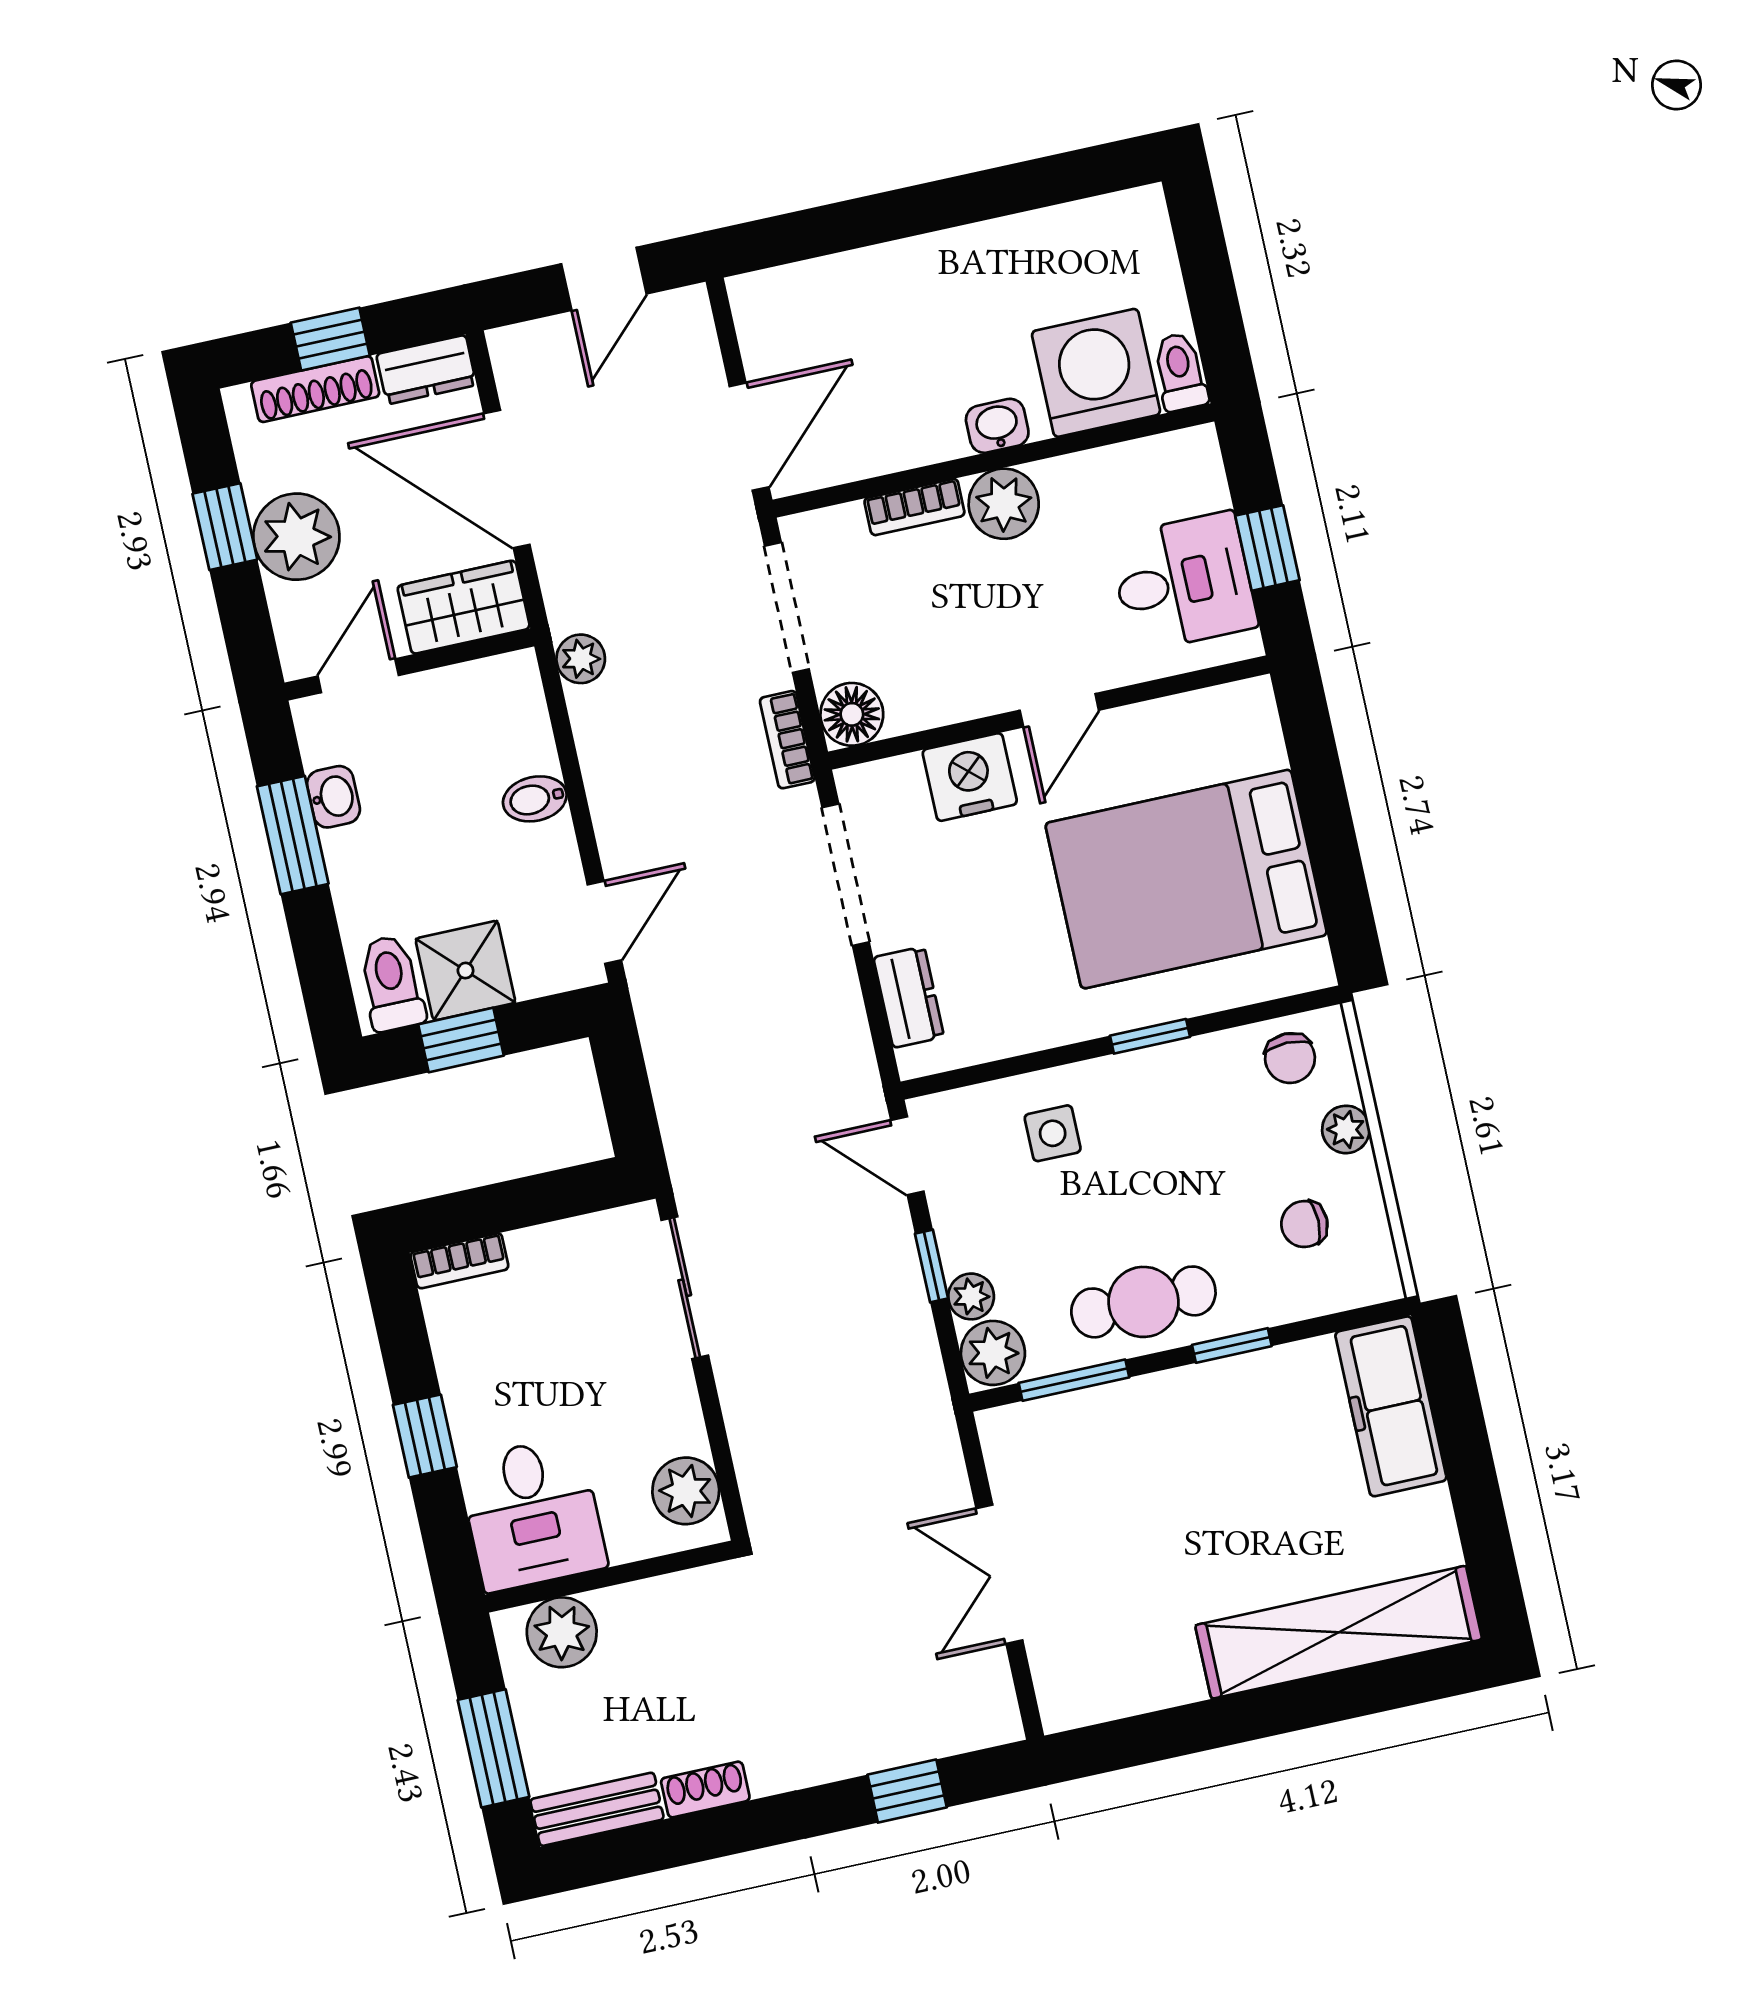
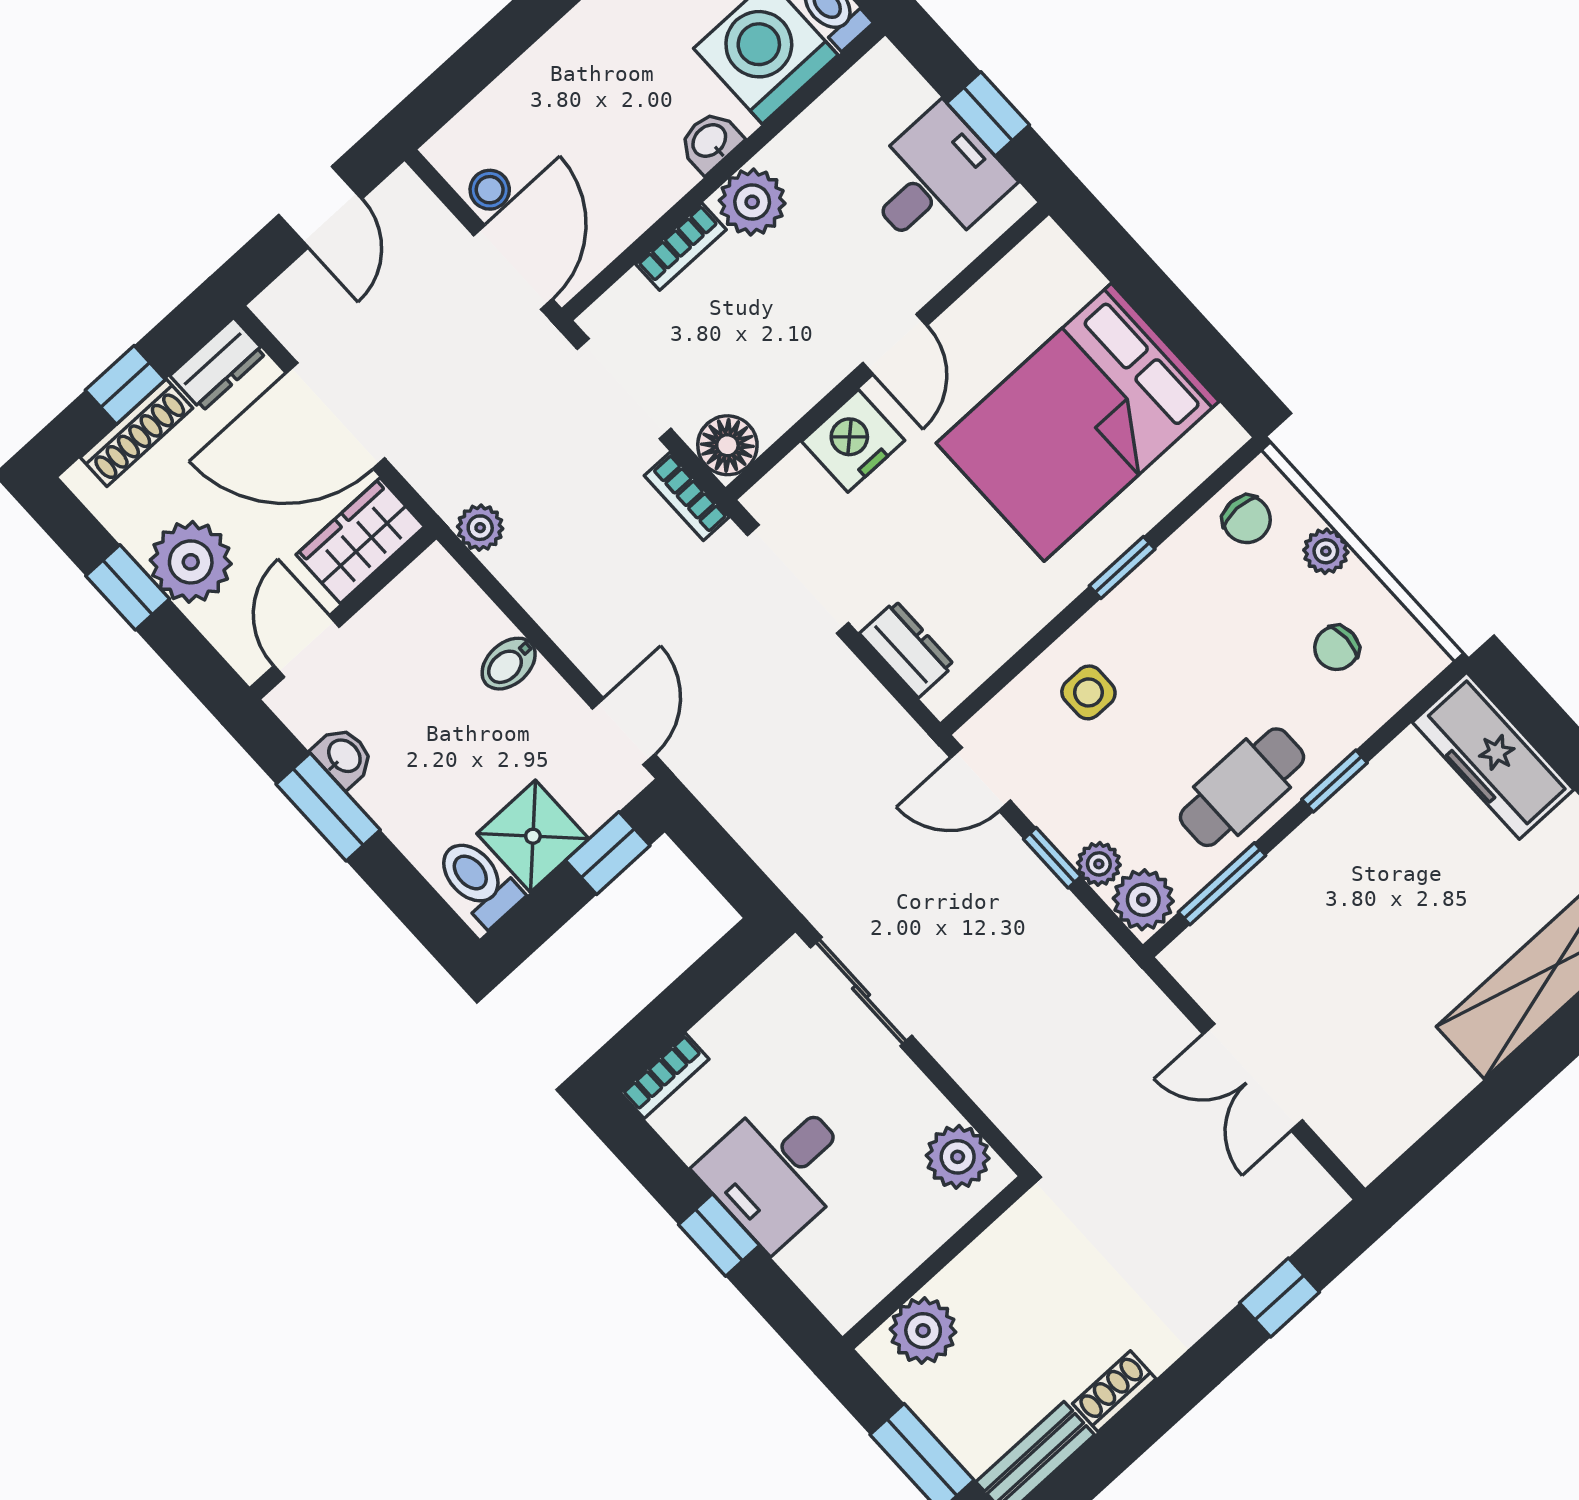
stool: (769, 353) -> (490, 190), added
window: (461, 1040) -> (608, 853), moved
desk: (532, 1514) -> (778, 1169), moved, turned 90

